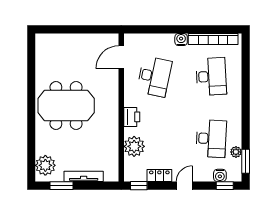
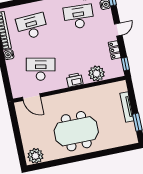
meeting table: (66, 105) -> (76, 131), turned 90
plant: (45, 165) -> (35, 156), moved
door: (184, 186) -> (118, 30), swing flipped

